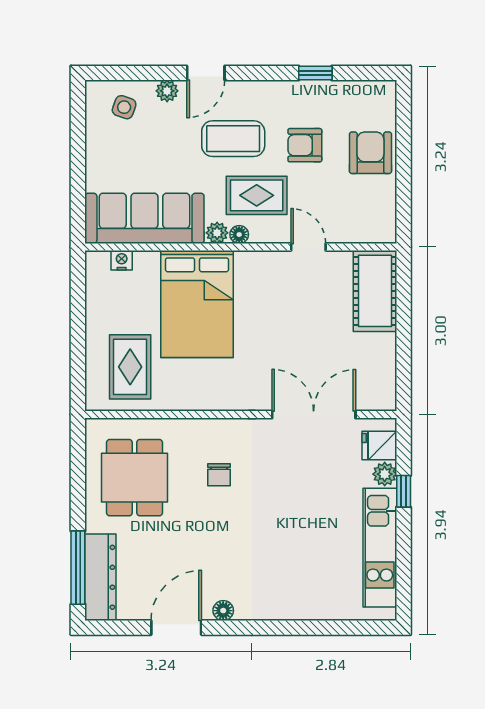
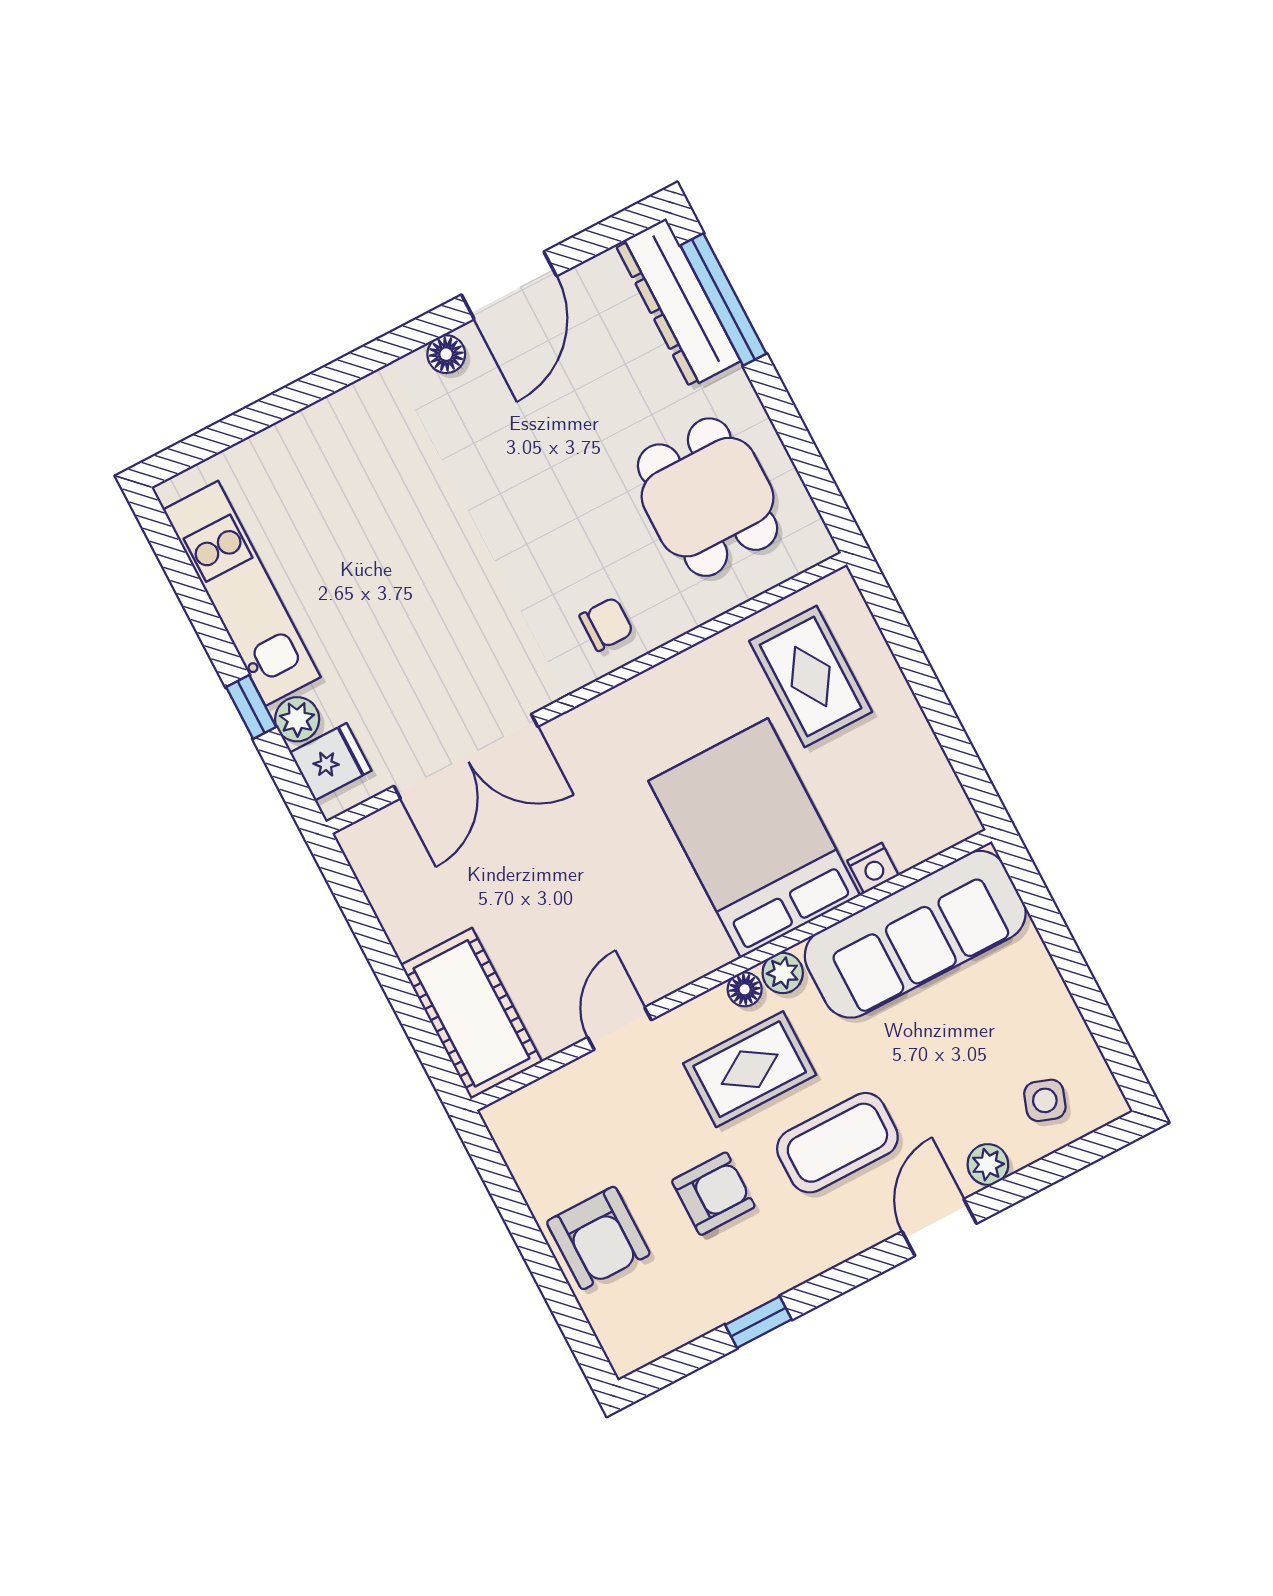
door: (308, 247) -> (619, 1029), swing flipped
nightstand: (122, 260) -> (873, 868), moved
chair: (219, 475) -> (606, 624), moved, turned 90

